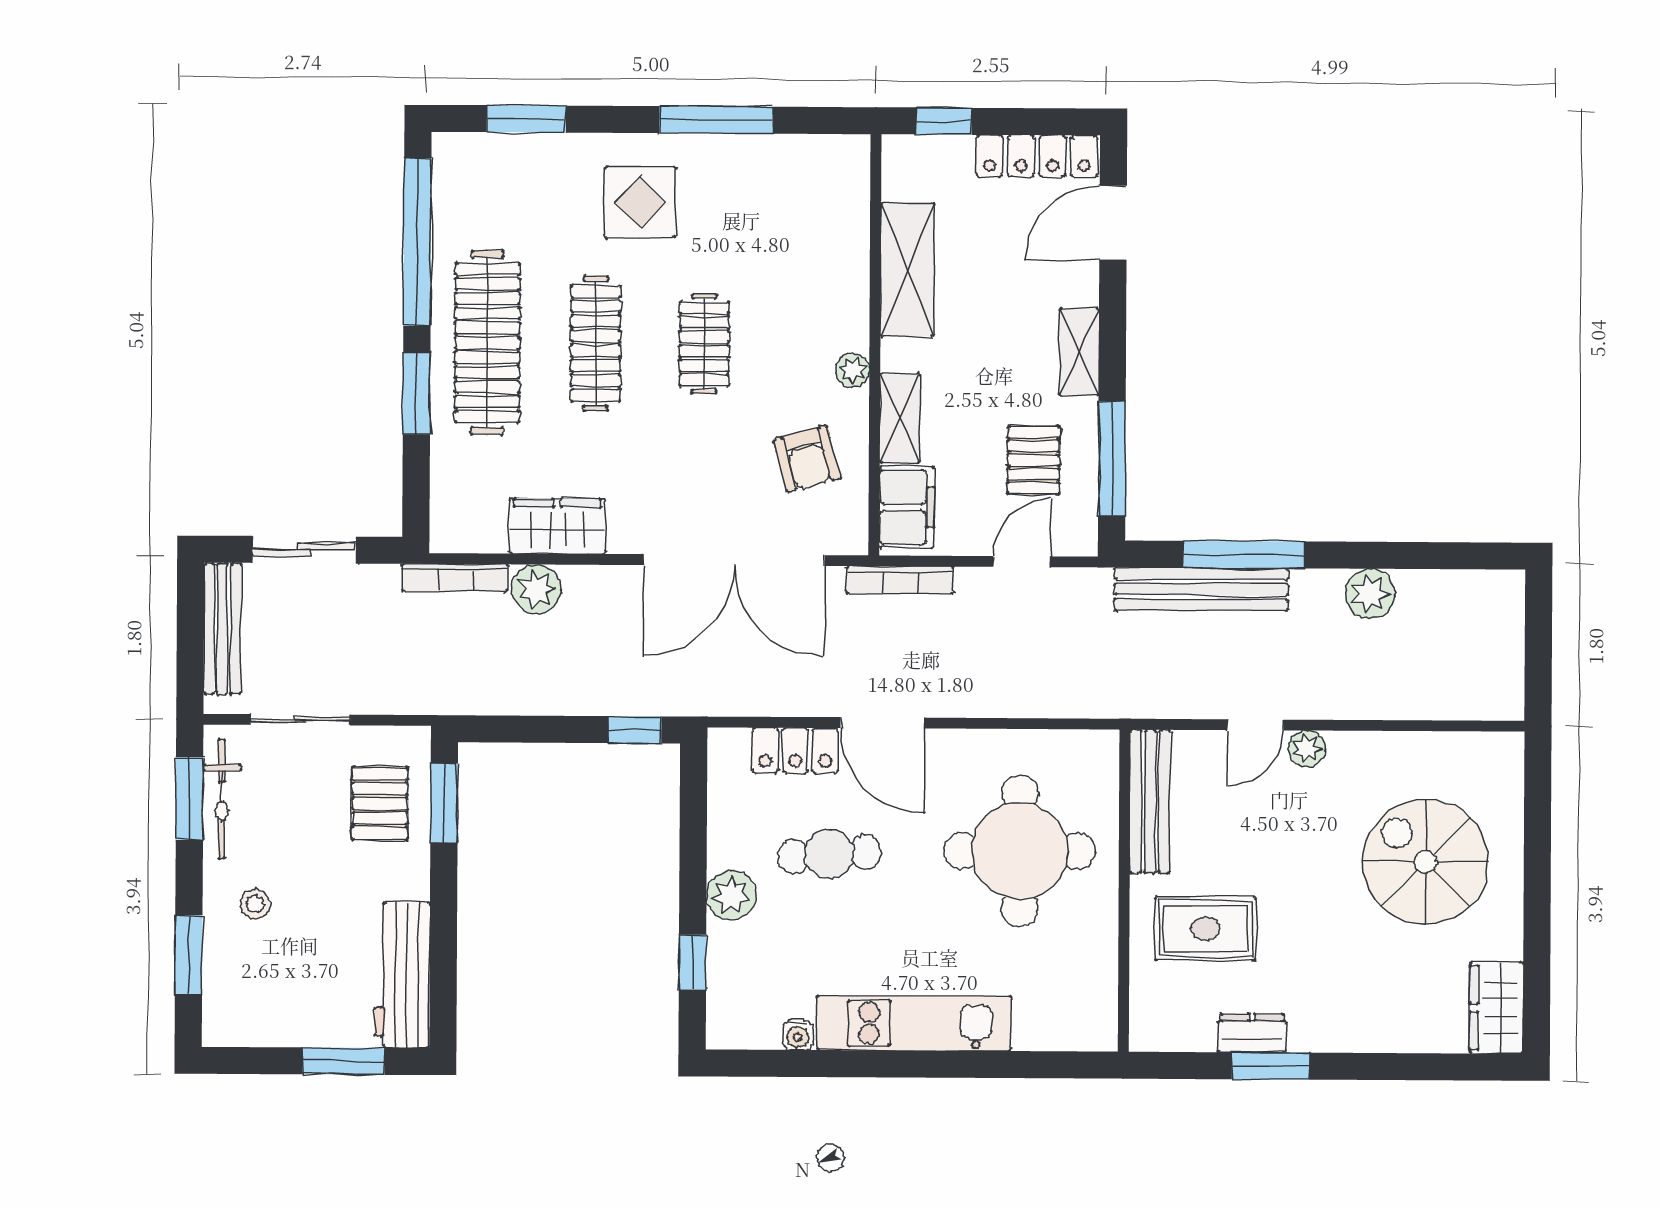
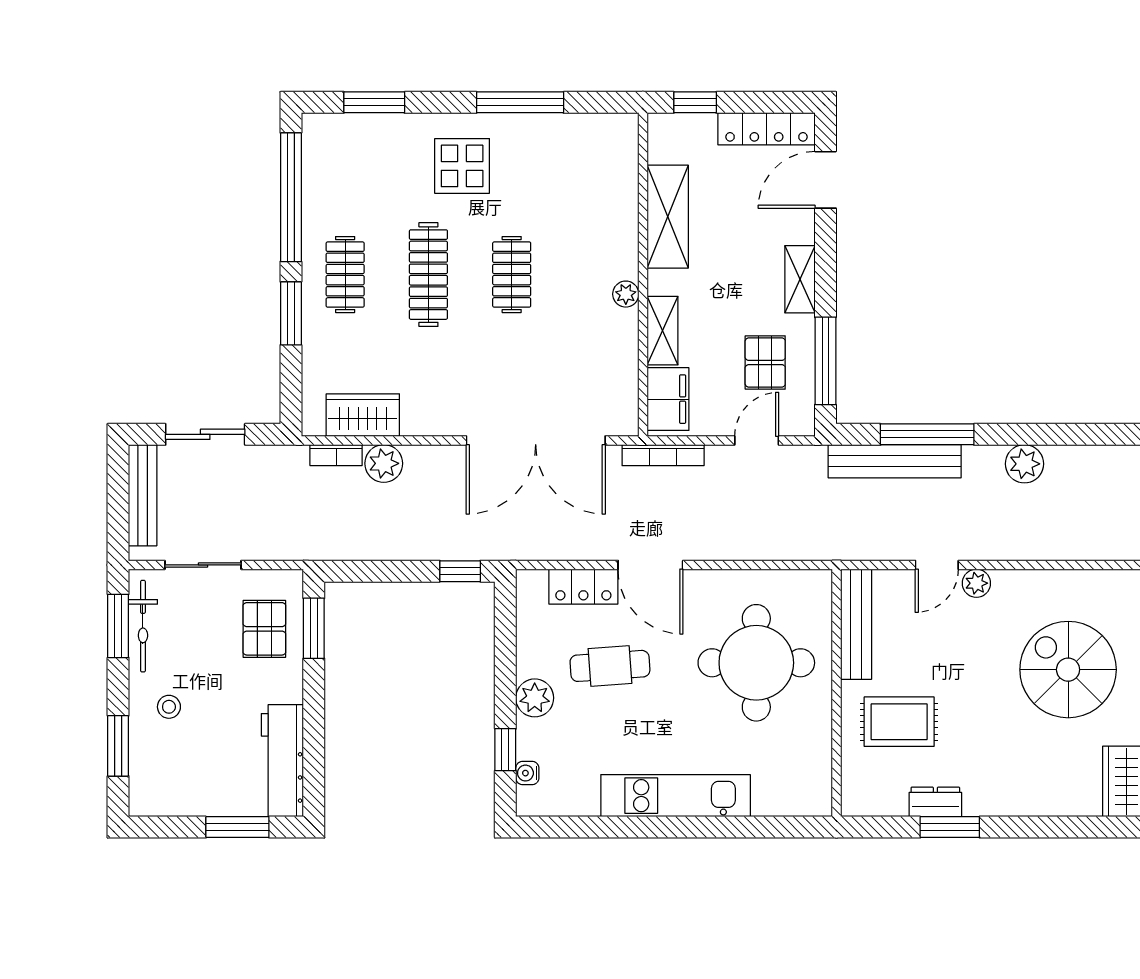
clothes rail: (487, 343) -> (345, 275), width x0.54, depth x0.76
armchair: (807, 459) -> (591, 362), removed
wardrobe: (557, 526) -> (363, 415), moved
bookcase: (455, 578) -> (336, 455), width x0.64
water cooler: (798, 1035) -> (527, 773), moved, turned 90

